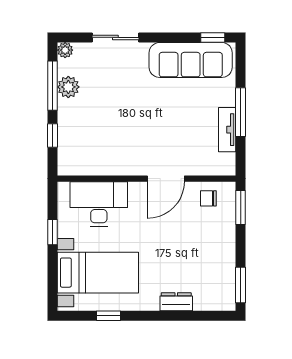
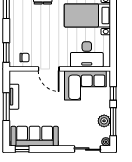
sliding door: (115, 37) -> (87, 149), moved
corner sofa: (101, 150) -> (85, 85), added
door: (166, 179) -> (49, 69), swing flipped
window: (52, 232) -> (113, 38), removed

